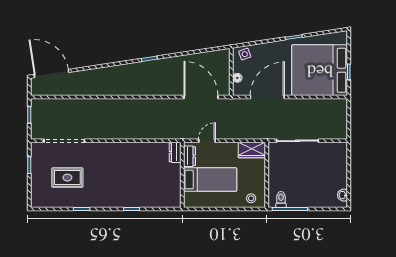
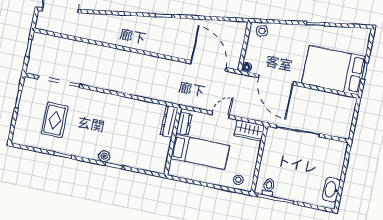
bed: (320, 70) -> (334, 70), width x0.73
floor lamp: (237, 78) -> (247, 67), moved
door: (267, 97) -> (276, 80), swing flipped
door: (207, 141) -> (221, 115), moved
dresser: (175, 152) -> (169, 121), width x1.44
rug: (67, 178) -> (55, 120), turned 90
washbasin: (343, 195) -> (331, 190), width x1.91, depth x1.45
plant: (121, 202) -> (104, 156), added

